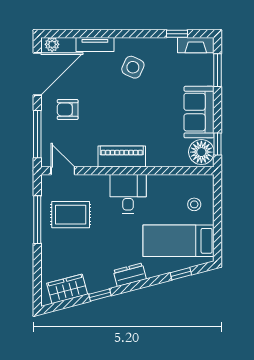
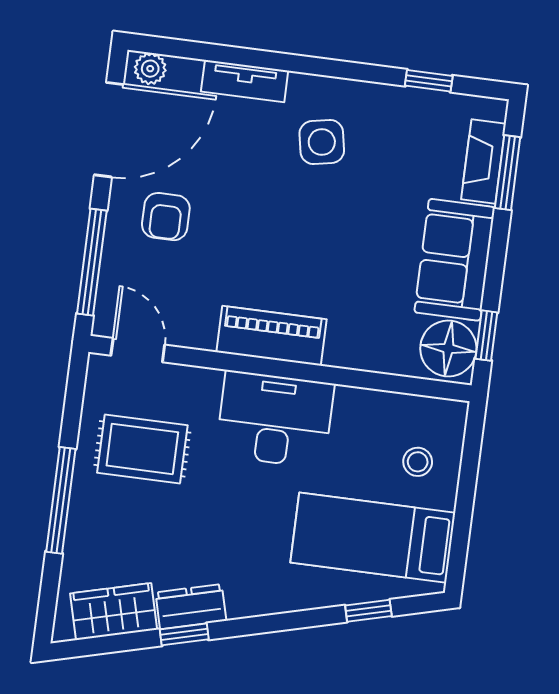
fireplace: (196, 45) -> (483, 162), moved, turned 90
side table: (133, 67) -> (322, 142), turned -35
armchair: (68, 110) -> (166, 217), turned -90
desk: (128, 194) -> (275, 419), width x1.37
window: (37, 220) -> (61, 500), moved
dresser: (130, 275) -> (191, 607), moved

